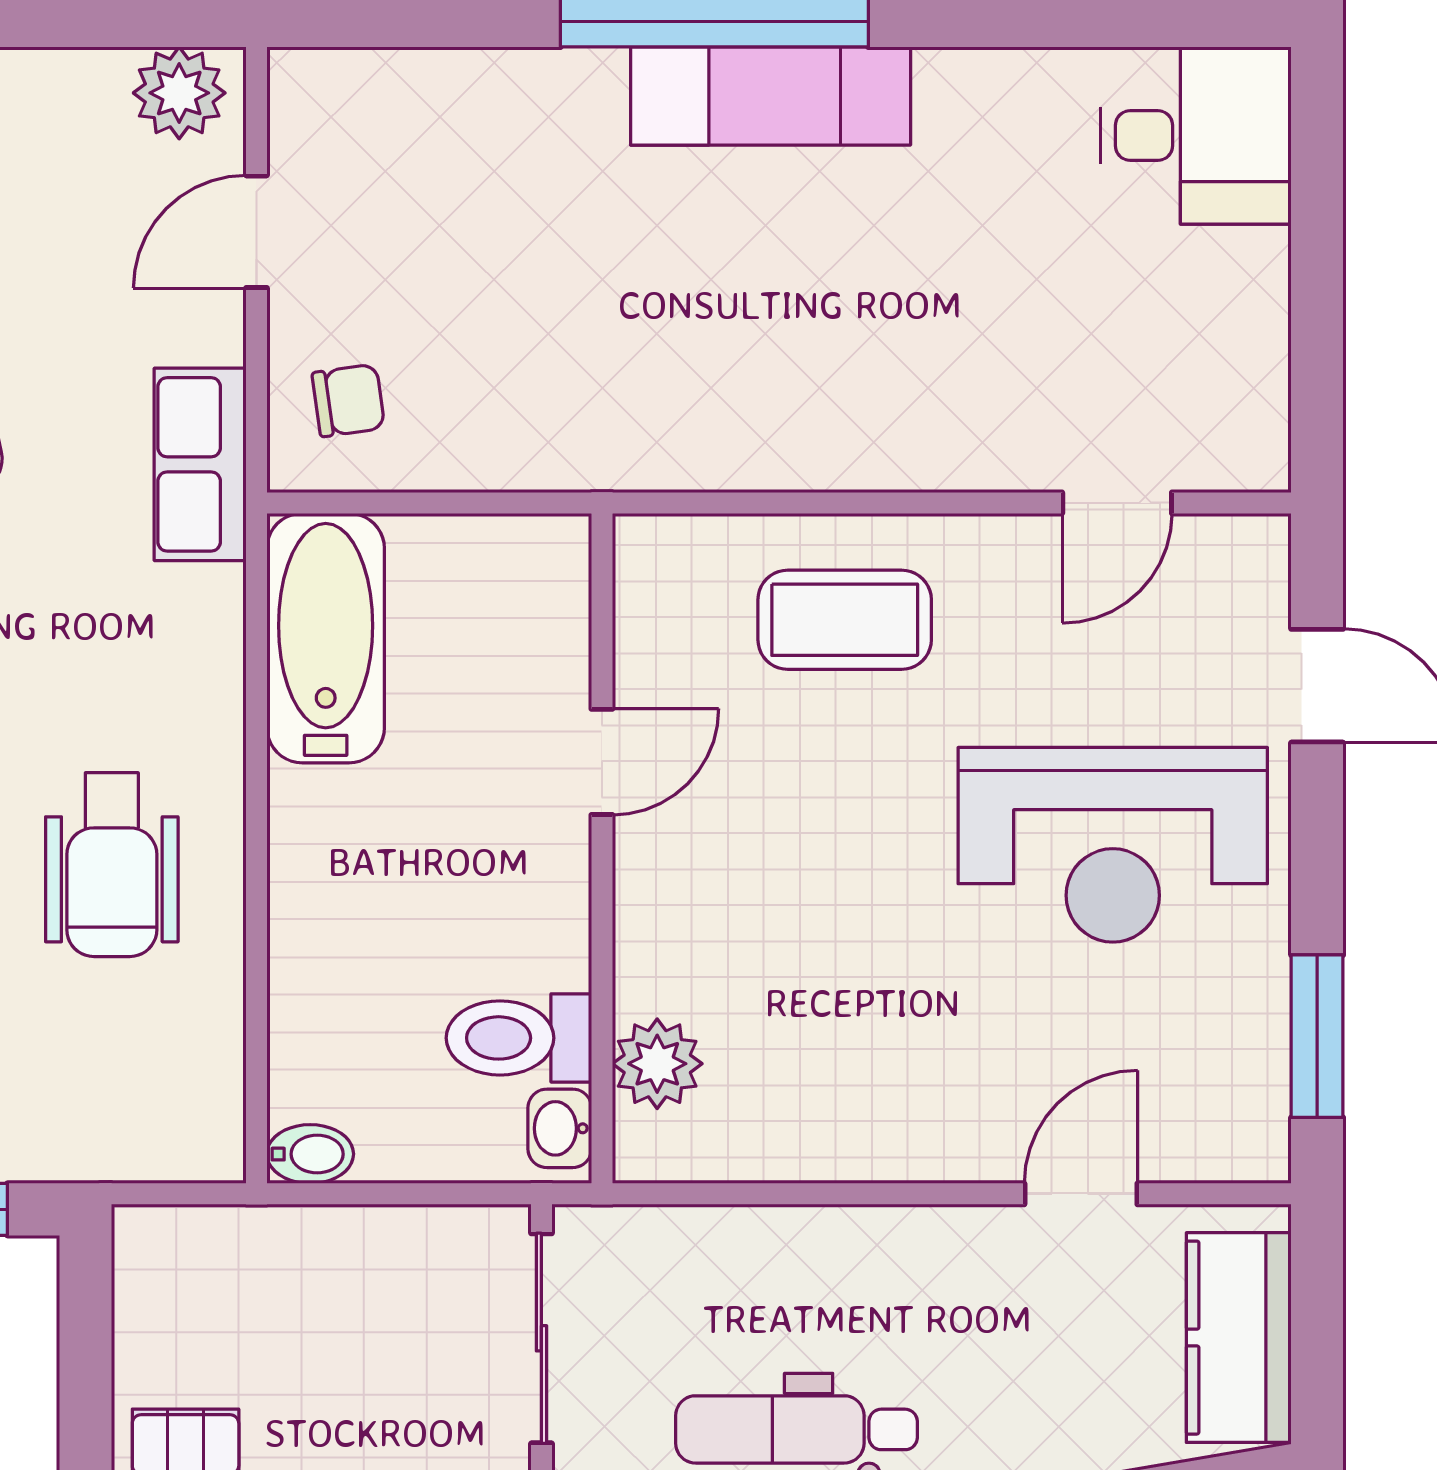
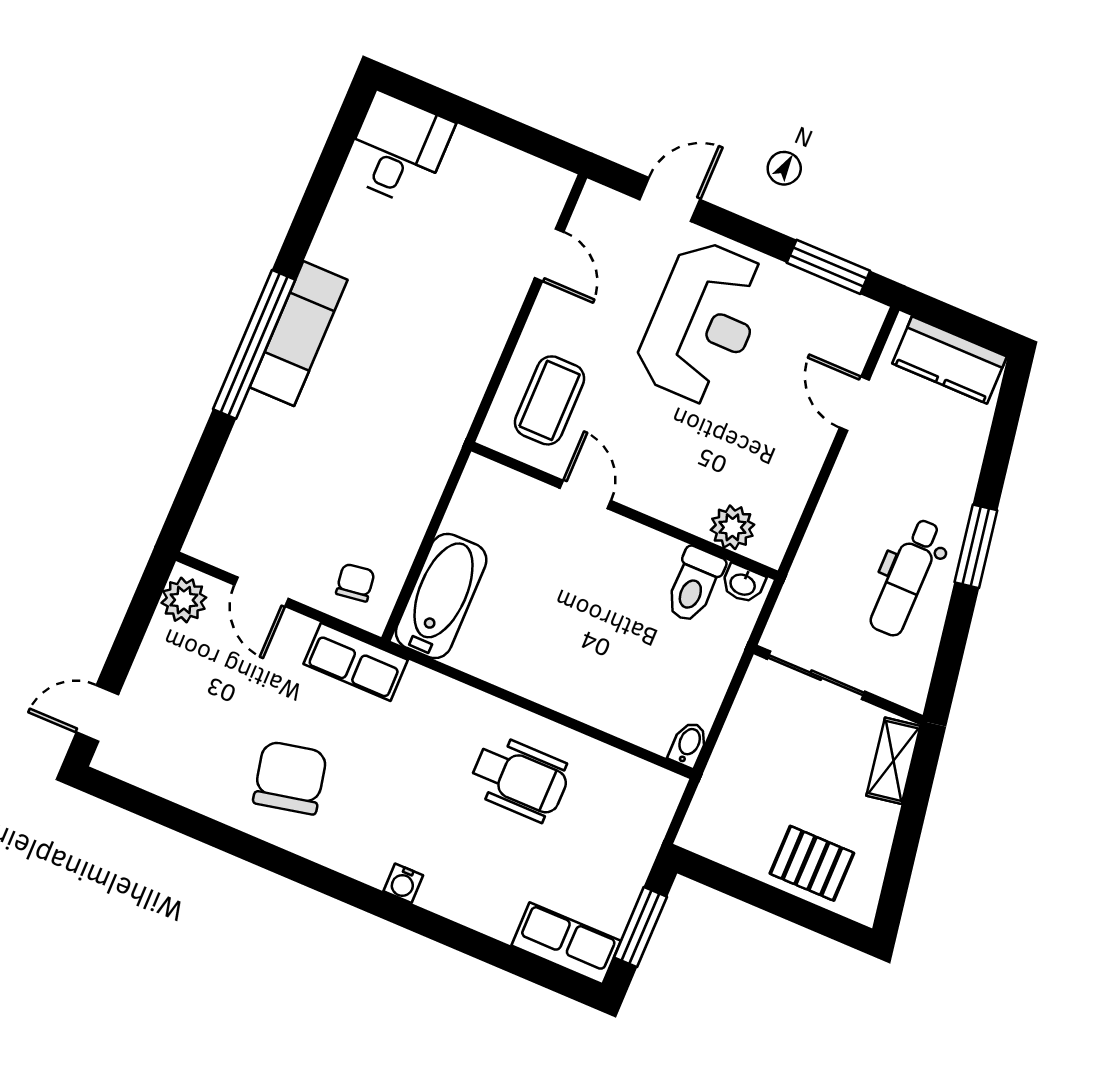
bathtub: (326, 638) -> (441, 596), moved, turned 90
door: (602, 762) -> (585, 494), moved
wall: (602, 848) -> (625, 511), moved
toilet: (519, 1038) -> (694, 585), moved
plant: (657, 1064) -> (732, 527), moved
washbasin: (560, 1128) -> (743, 584), moved

